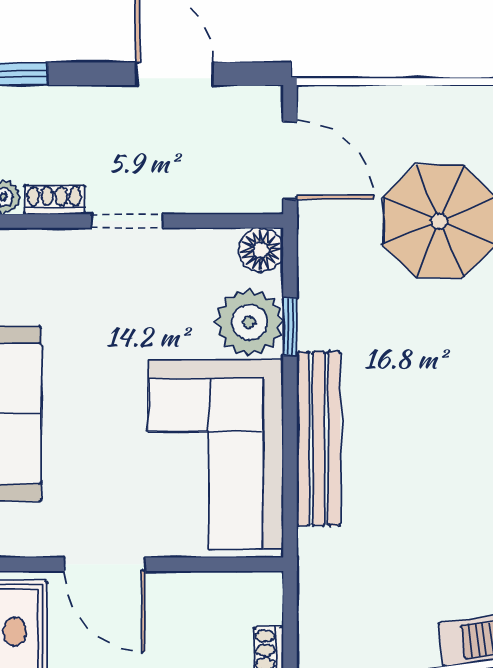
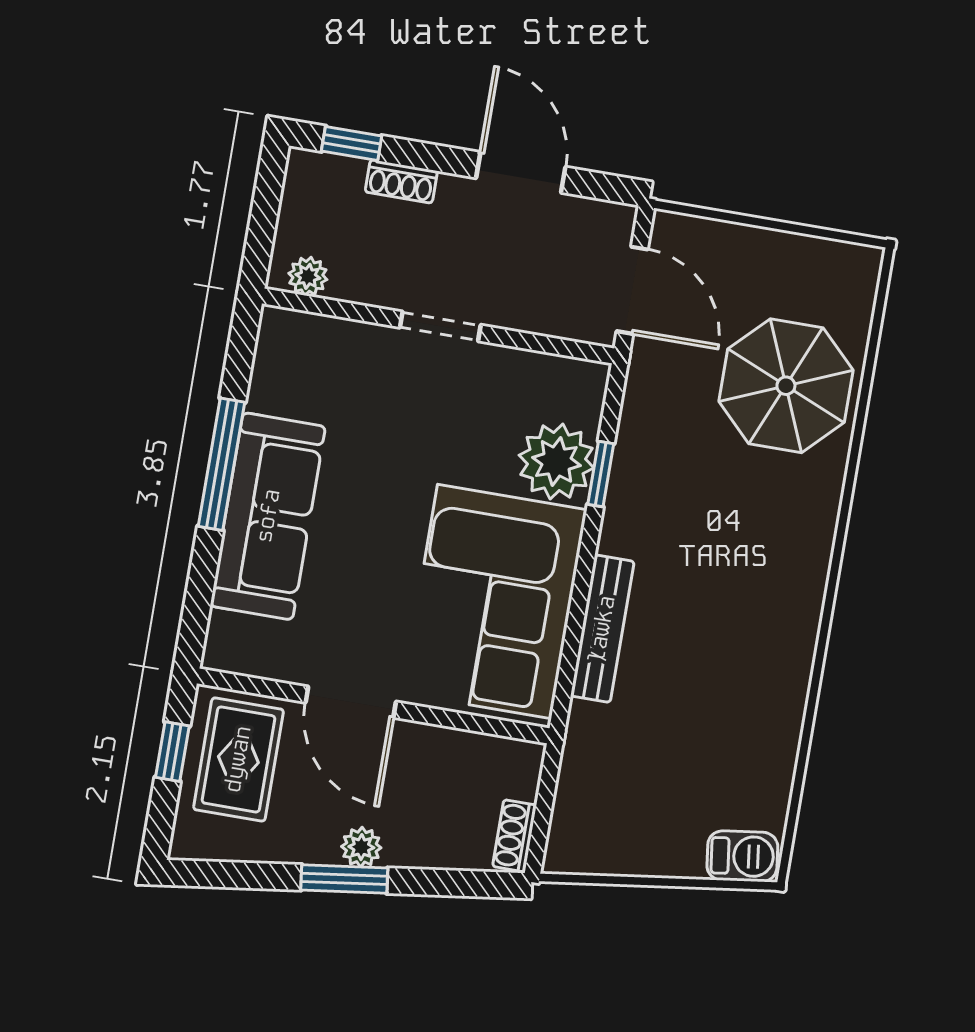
shoe rack: (54, 200) -> (401, 181), moved, turned 180
floor lamp: (261, 250) -> (583, 384), removed
bench: (318, 439) -> (602, 629), width x0.73, depth x0.82

